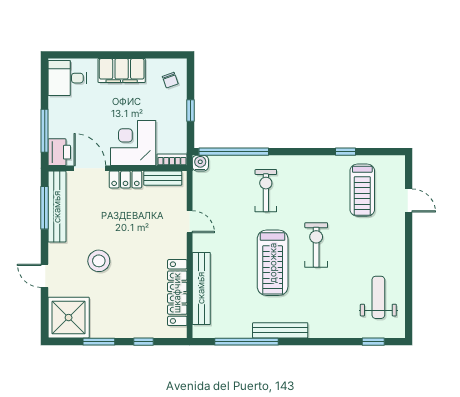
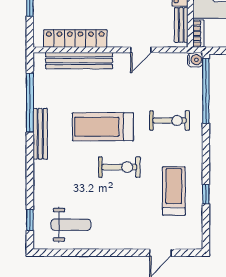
treadmill: (362, 190) -> (174, 191), moved, turned 90

